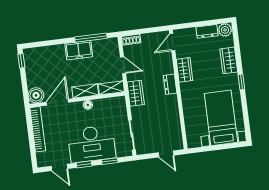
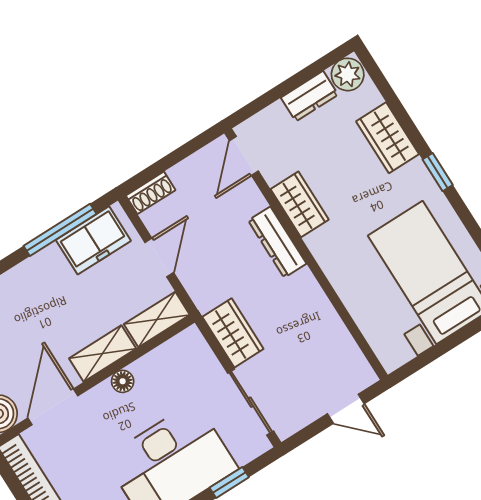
freezer: (79, 50) -> (93, 240), moved
door: (123, 65) -> (159, 258), hinge flipped
dresser: (170, 84) -> (277, 242), width x1.44
wardrobe: (136, 93) -> (233, 333), moved

